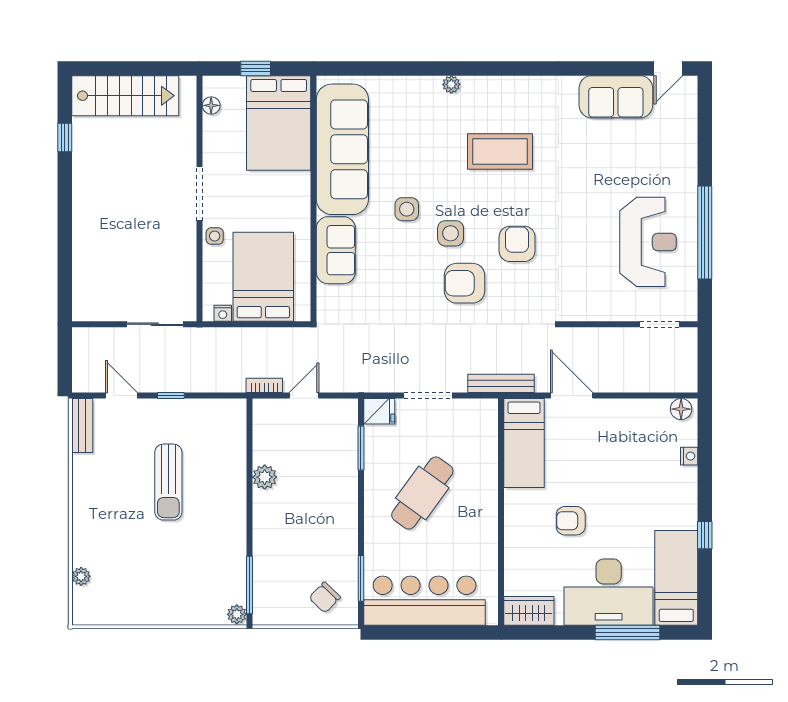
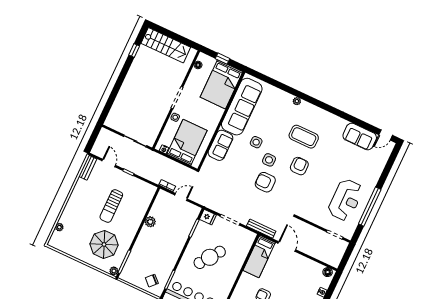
armchair: (517, 244) -> (299, 166), moved
parasol: (191, 569) -> (104, 244), added

